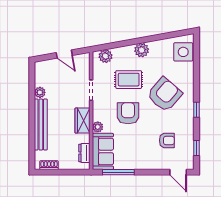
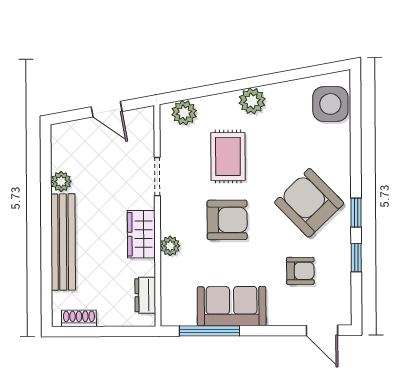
rug: (129, 80) -> (228, 156), turned 90
armchair: (165, 94) -> (309, 203), moved, turned -85
armchair: (128, 113) -> (227, 220), turned 90
window: (197, 148) -> (356, 258), moved
sofa: (103, 151) -> (232, 306), moved, turned -90

